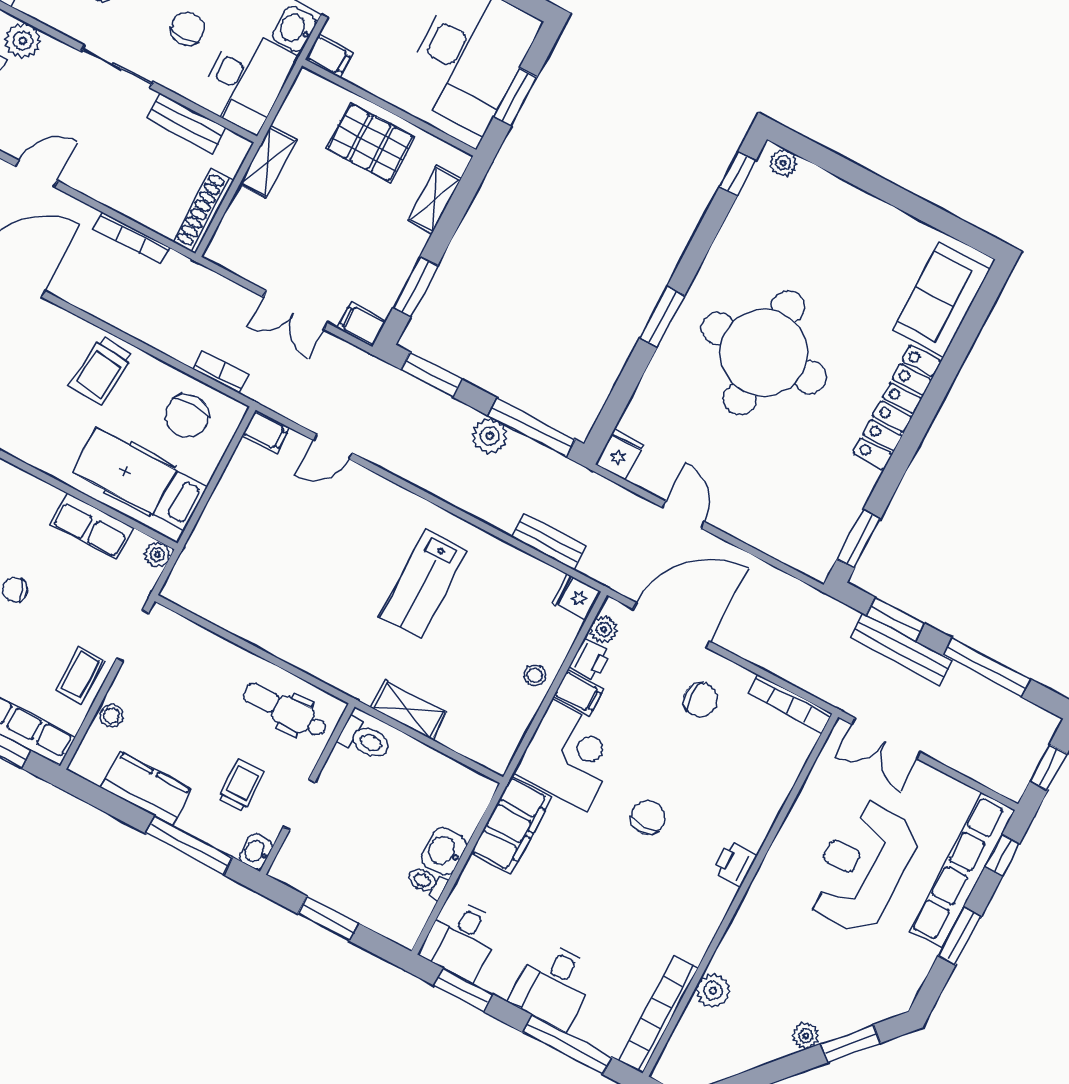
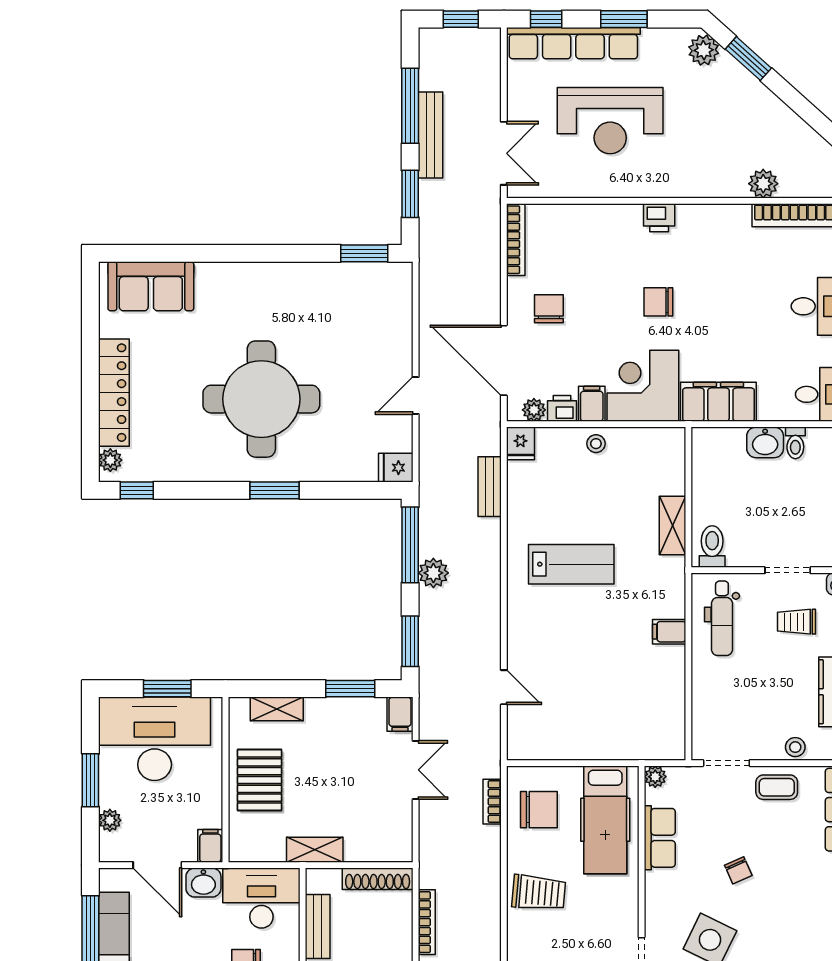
locker: (897, 407) -> (114, 393), moved, turned -90
filing cabinet: (266, 431) -> (669, 632), moved, turned -90
bench: (901, 649) -> (430, 135), moved
plant: (806, 1036) -> (704, 50), moved, width x1.38, depth x1.38

